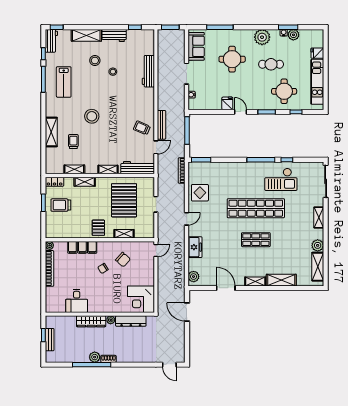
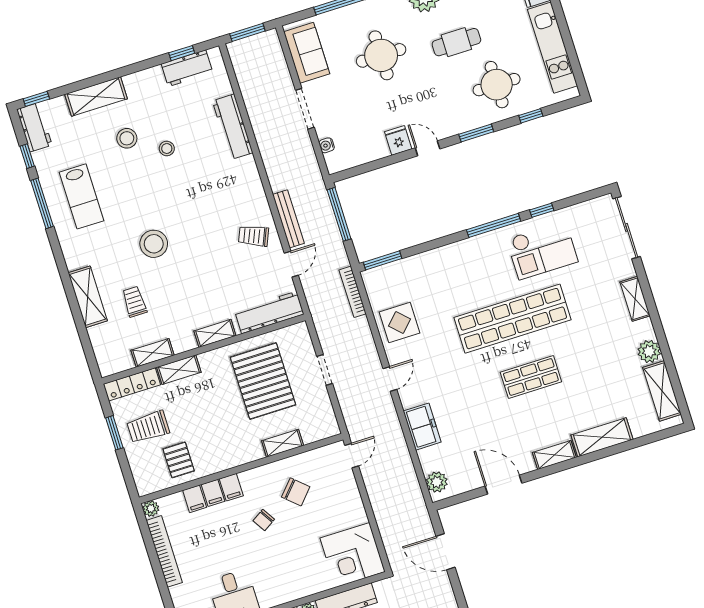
workbench: (114, 35) -> (187, 68), moved
locker: (55, 182) -> (132, 384), width x1.53
pallet: (98, 228) -> (179, 460), moved

